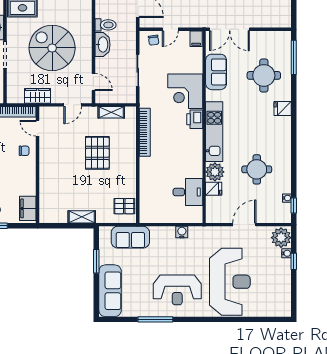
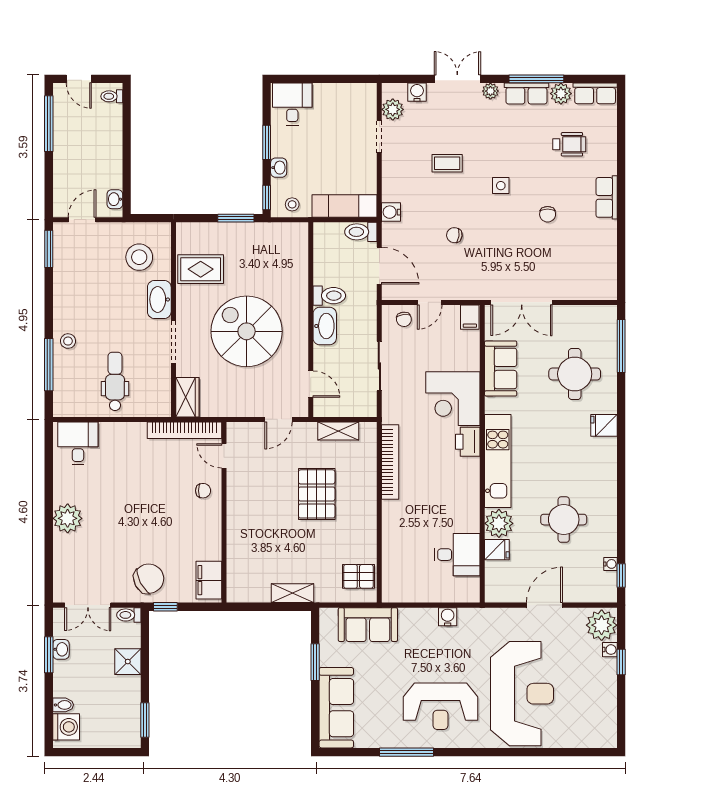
wardrobe: (37, 96) -> (187, 397), moved, turned 90

